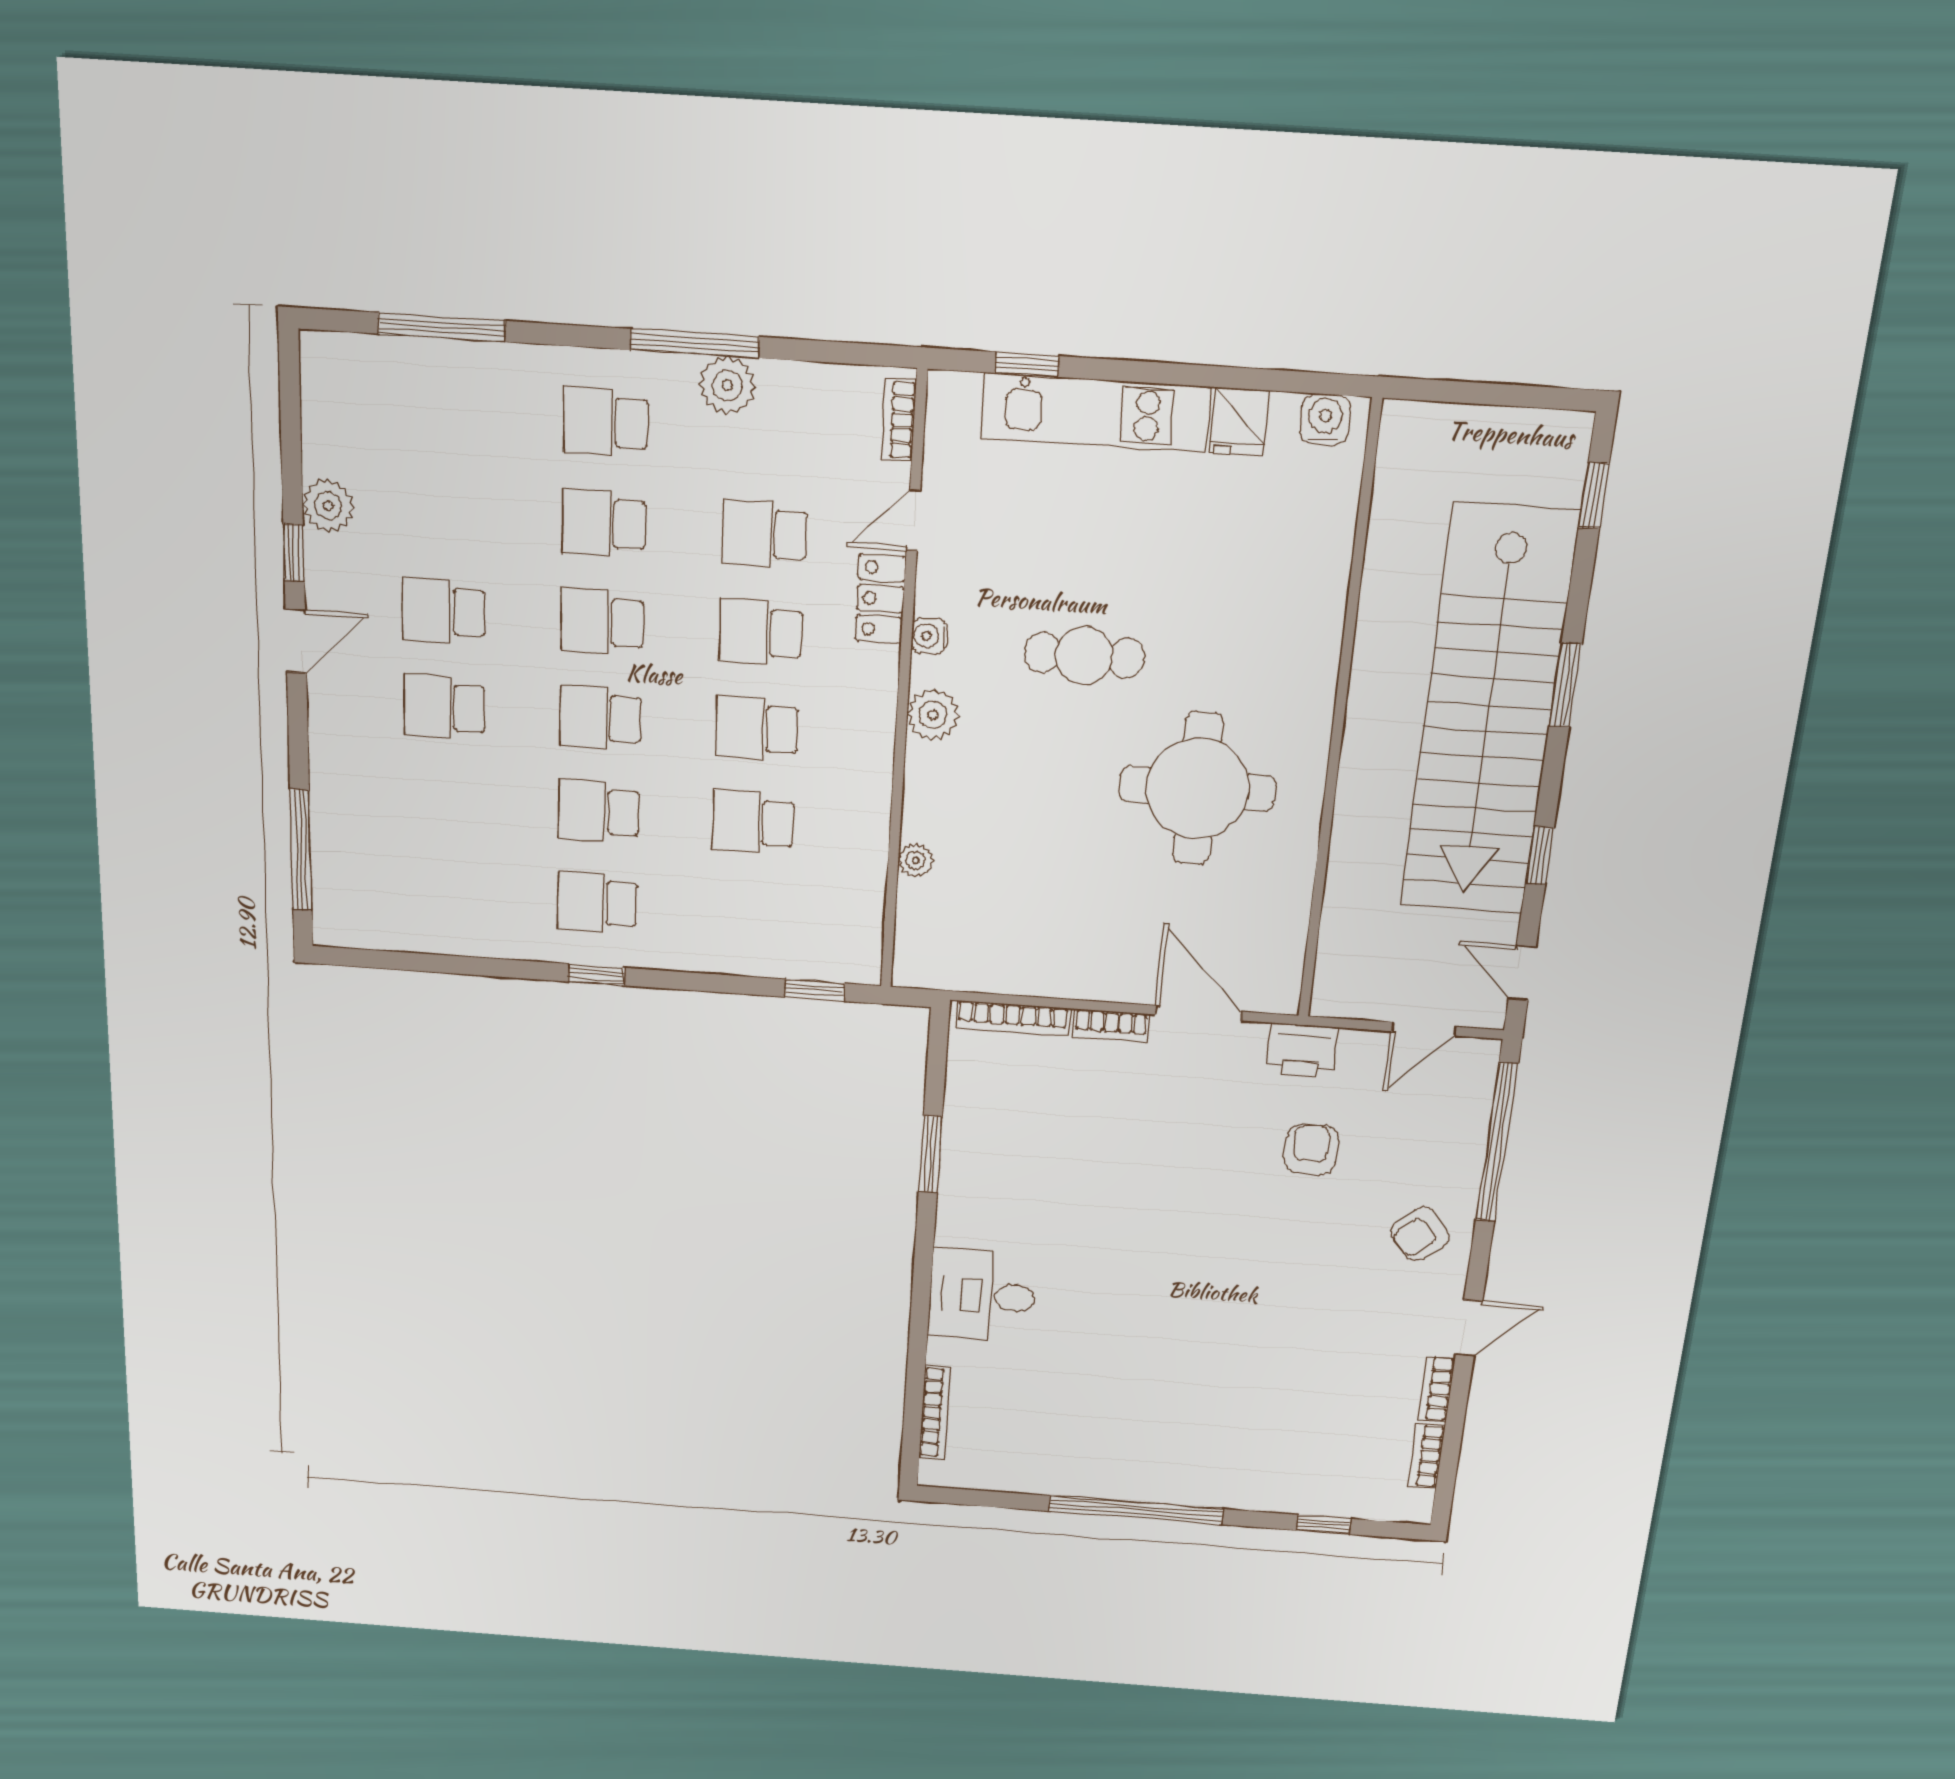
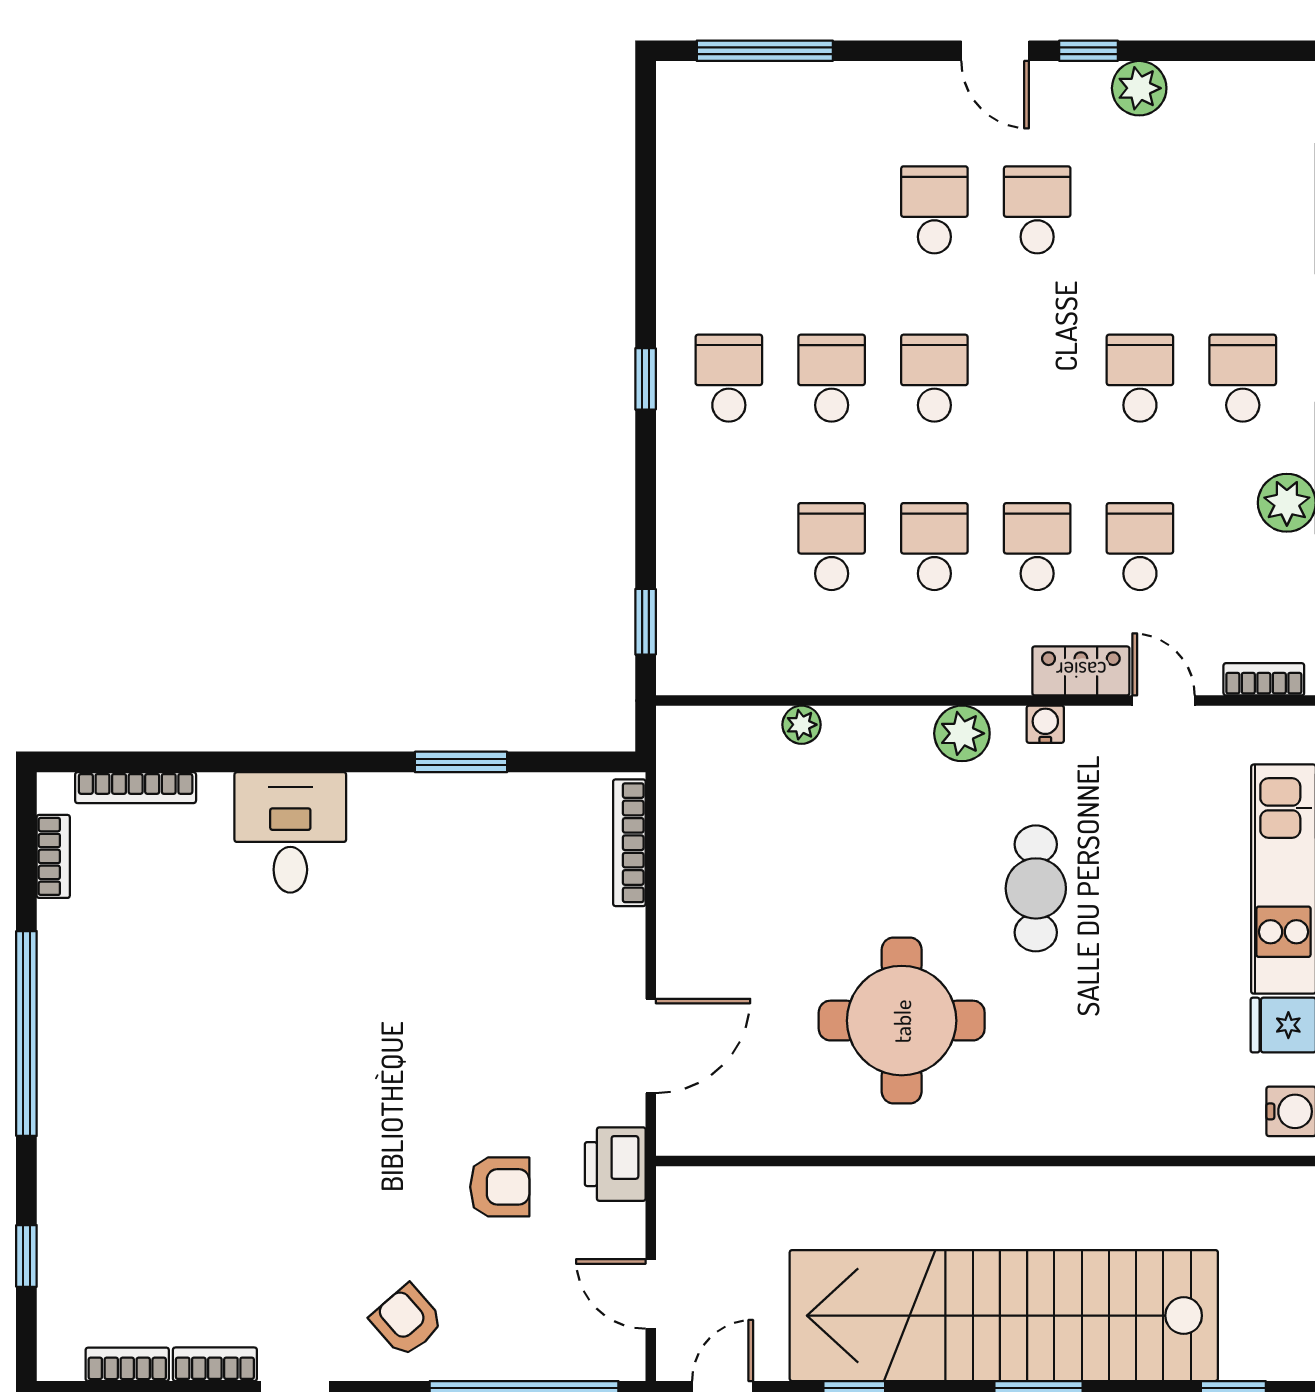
school desk: (602, 622) -> (1037, 378), removed
bookcase: (1111, 1025) -> (53, 856), moved, turned 180

